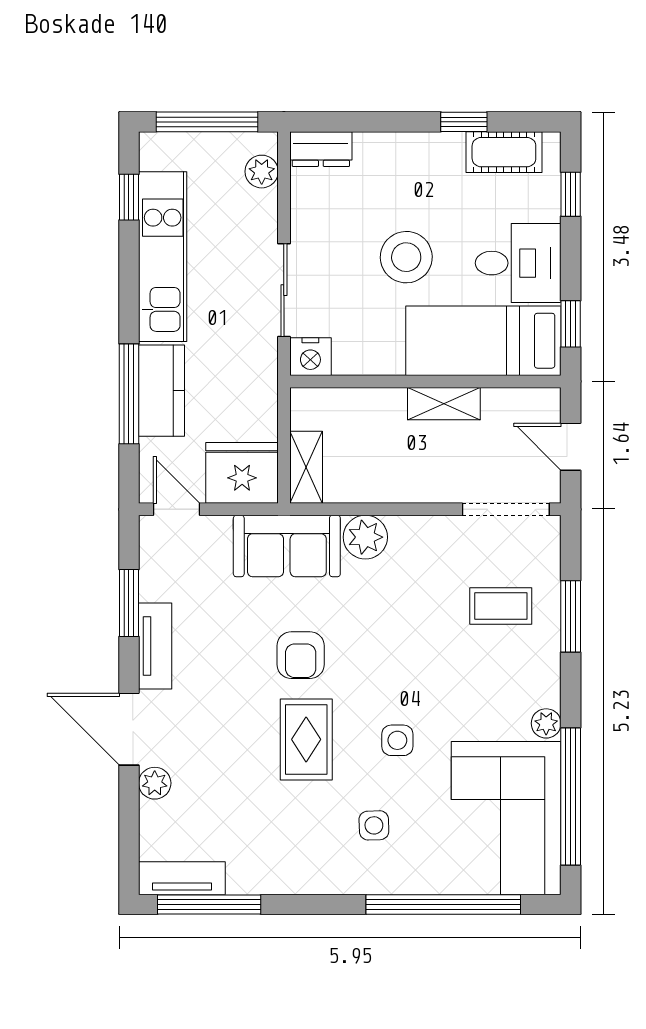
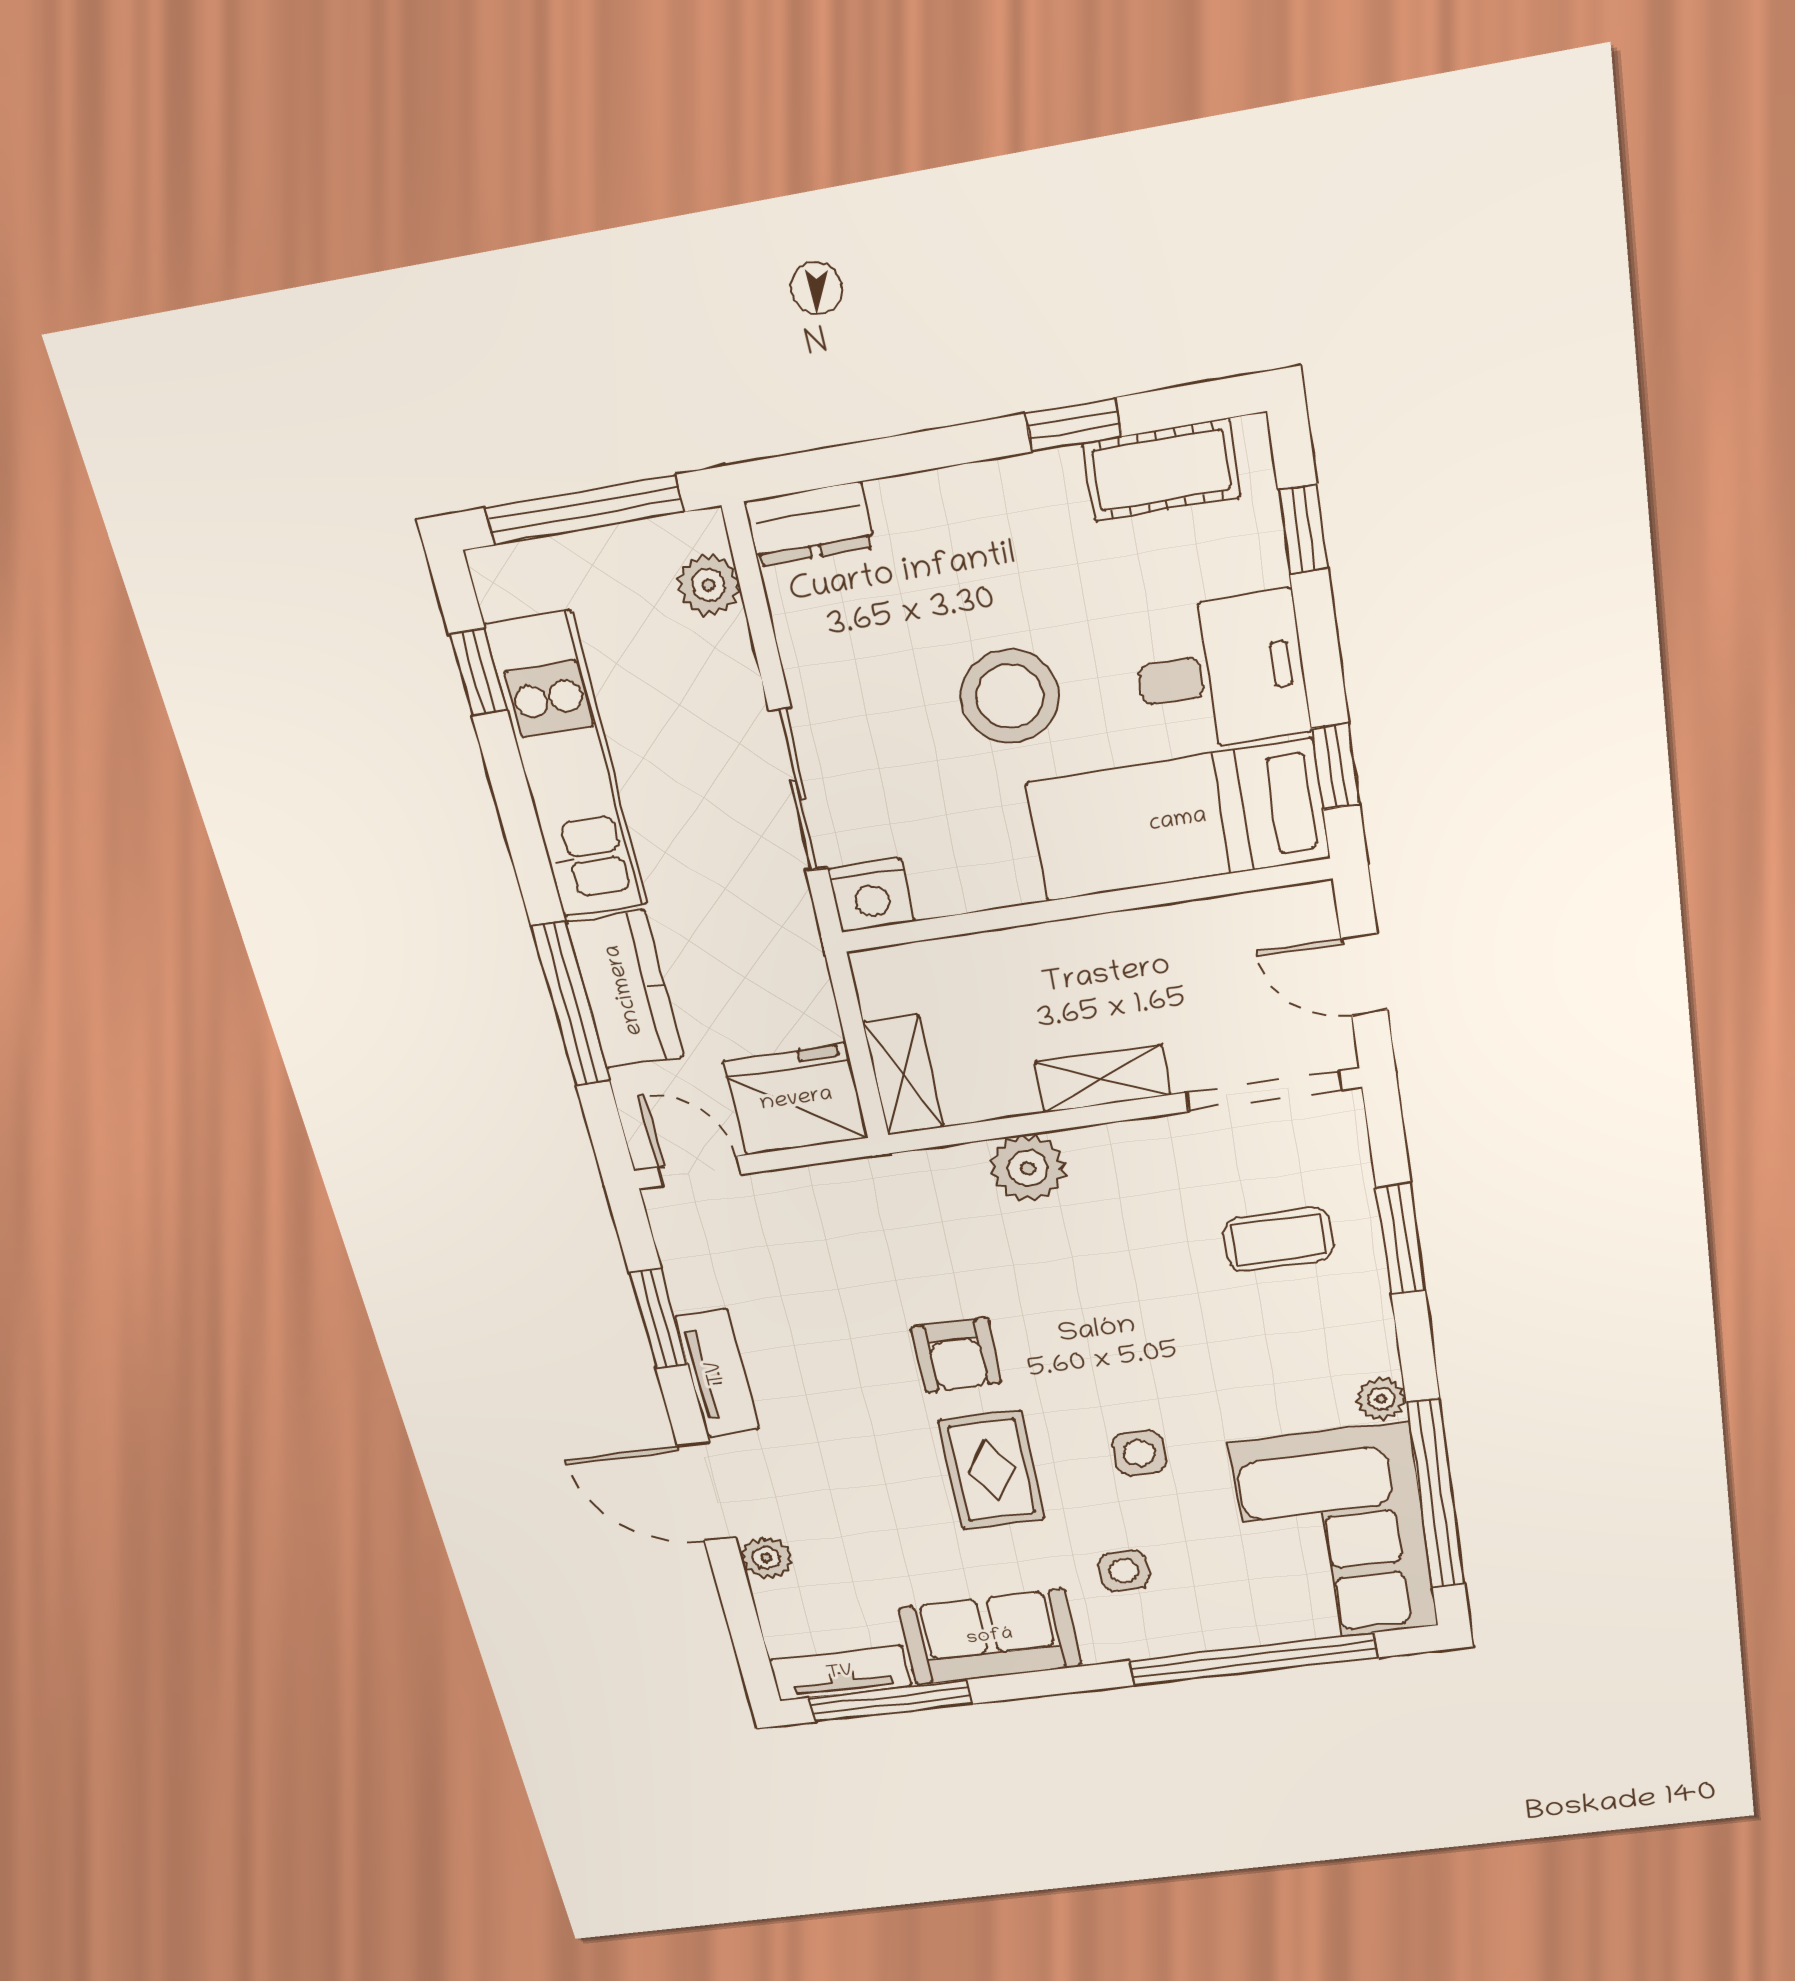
shelving: (444, 404) -> (1102, 1079), moved
sofa: (287, 546) -> (990, 1637), moved, turned 180

